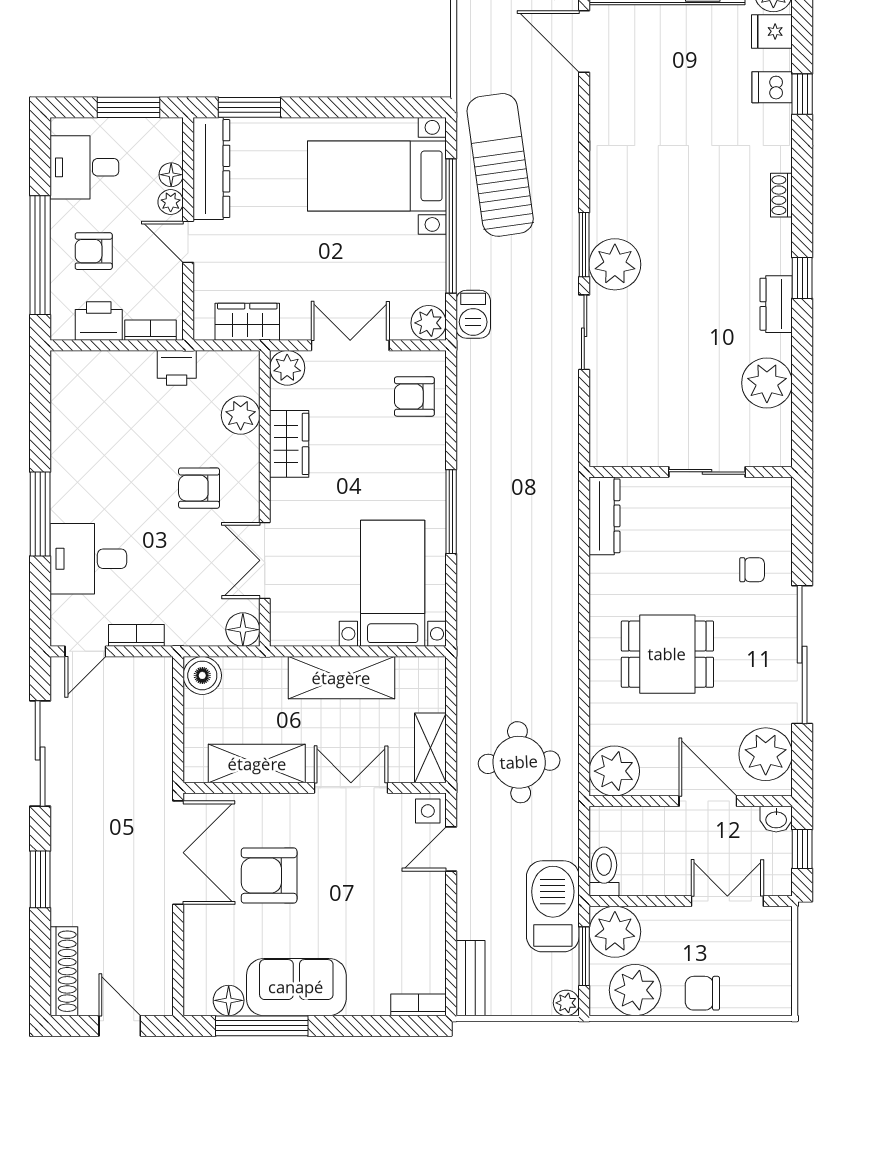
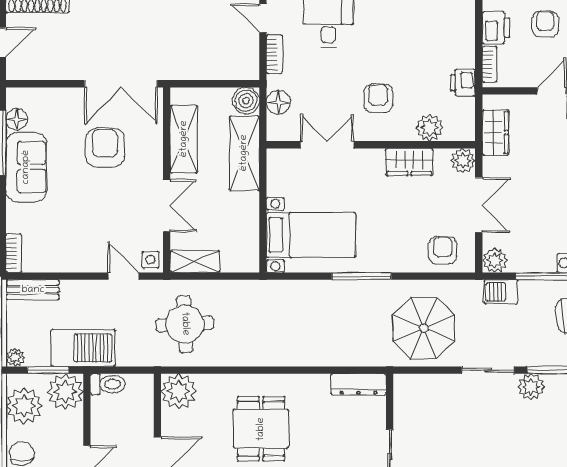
plant: (615, 264) -> (531, 387), width x0.73, depth x0.73
parasol: (525, 423) -> (424, 328), added
floor lamp: (243, 630) -> (278, 102), moved
shelving: (341, 678) -> (244, 153), moved

